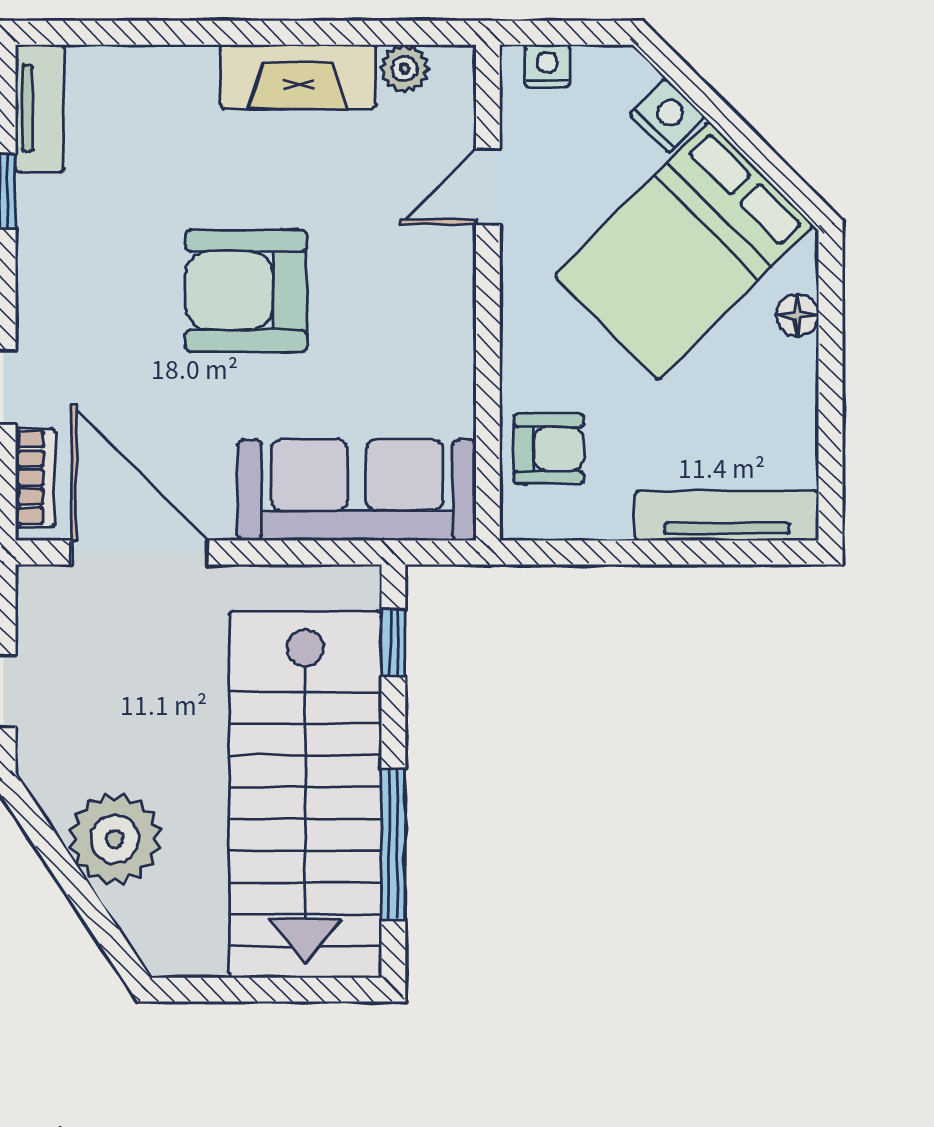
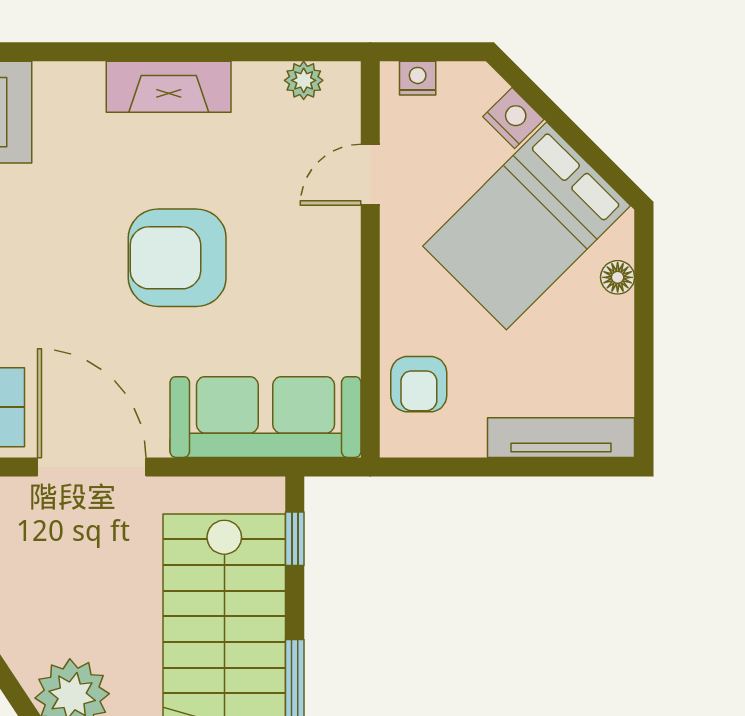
fireplace: (298, 77) -> (169, 87), moved
armchair: (549, 449) -> (419, 384), turned 90

